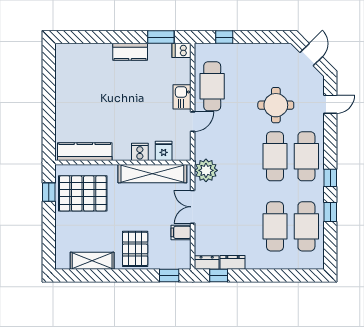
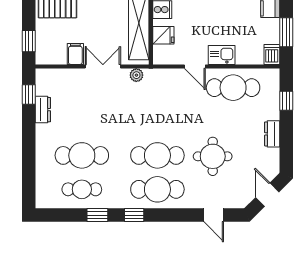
door: (311, 55) -> (267, 195), swing flipped
plant: (206, 170) -> (136, 75), width x0.53, depth x0.53
cafe table: (306, 226) -> (82, 189), width x0.73, depth x0.74
dresser: (207, 263) -> (272, 134), moved, turned 180

